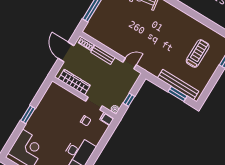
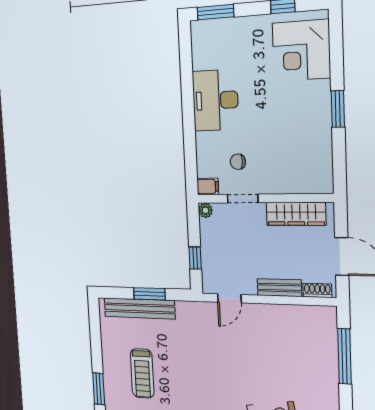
window: (177, 94) -> (149, 294), moved
window: (129, 100) -> (195, 258), moved

